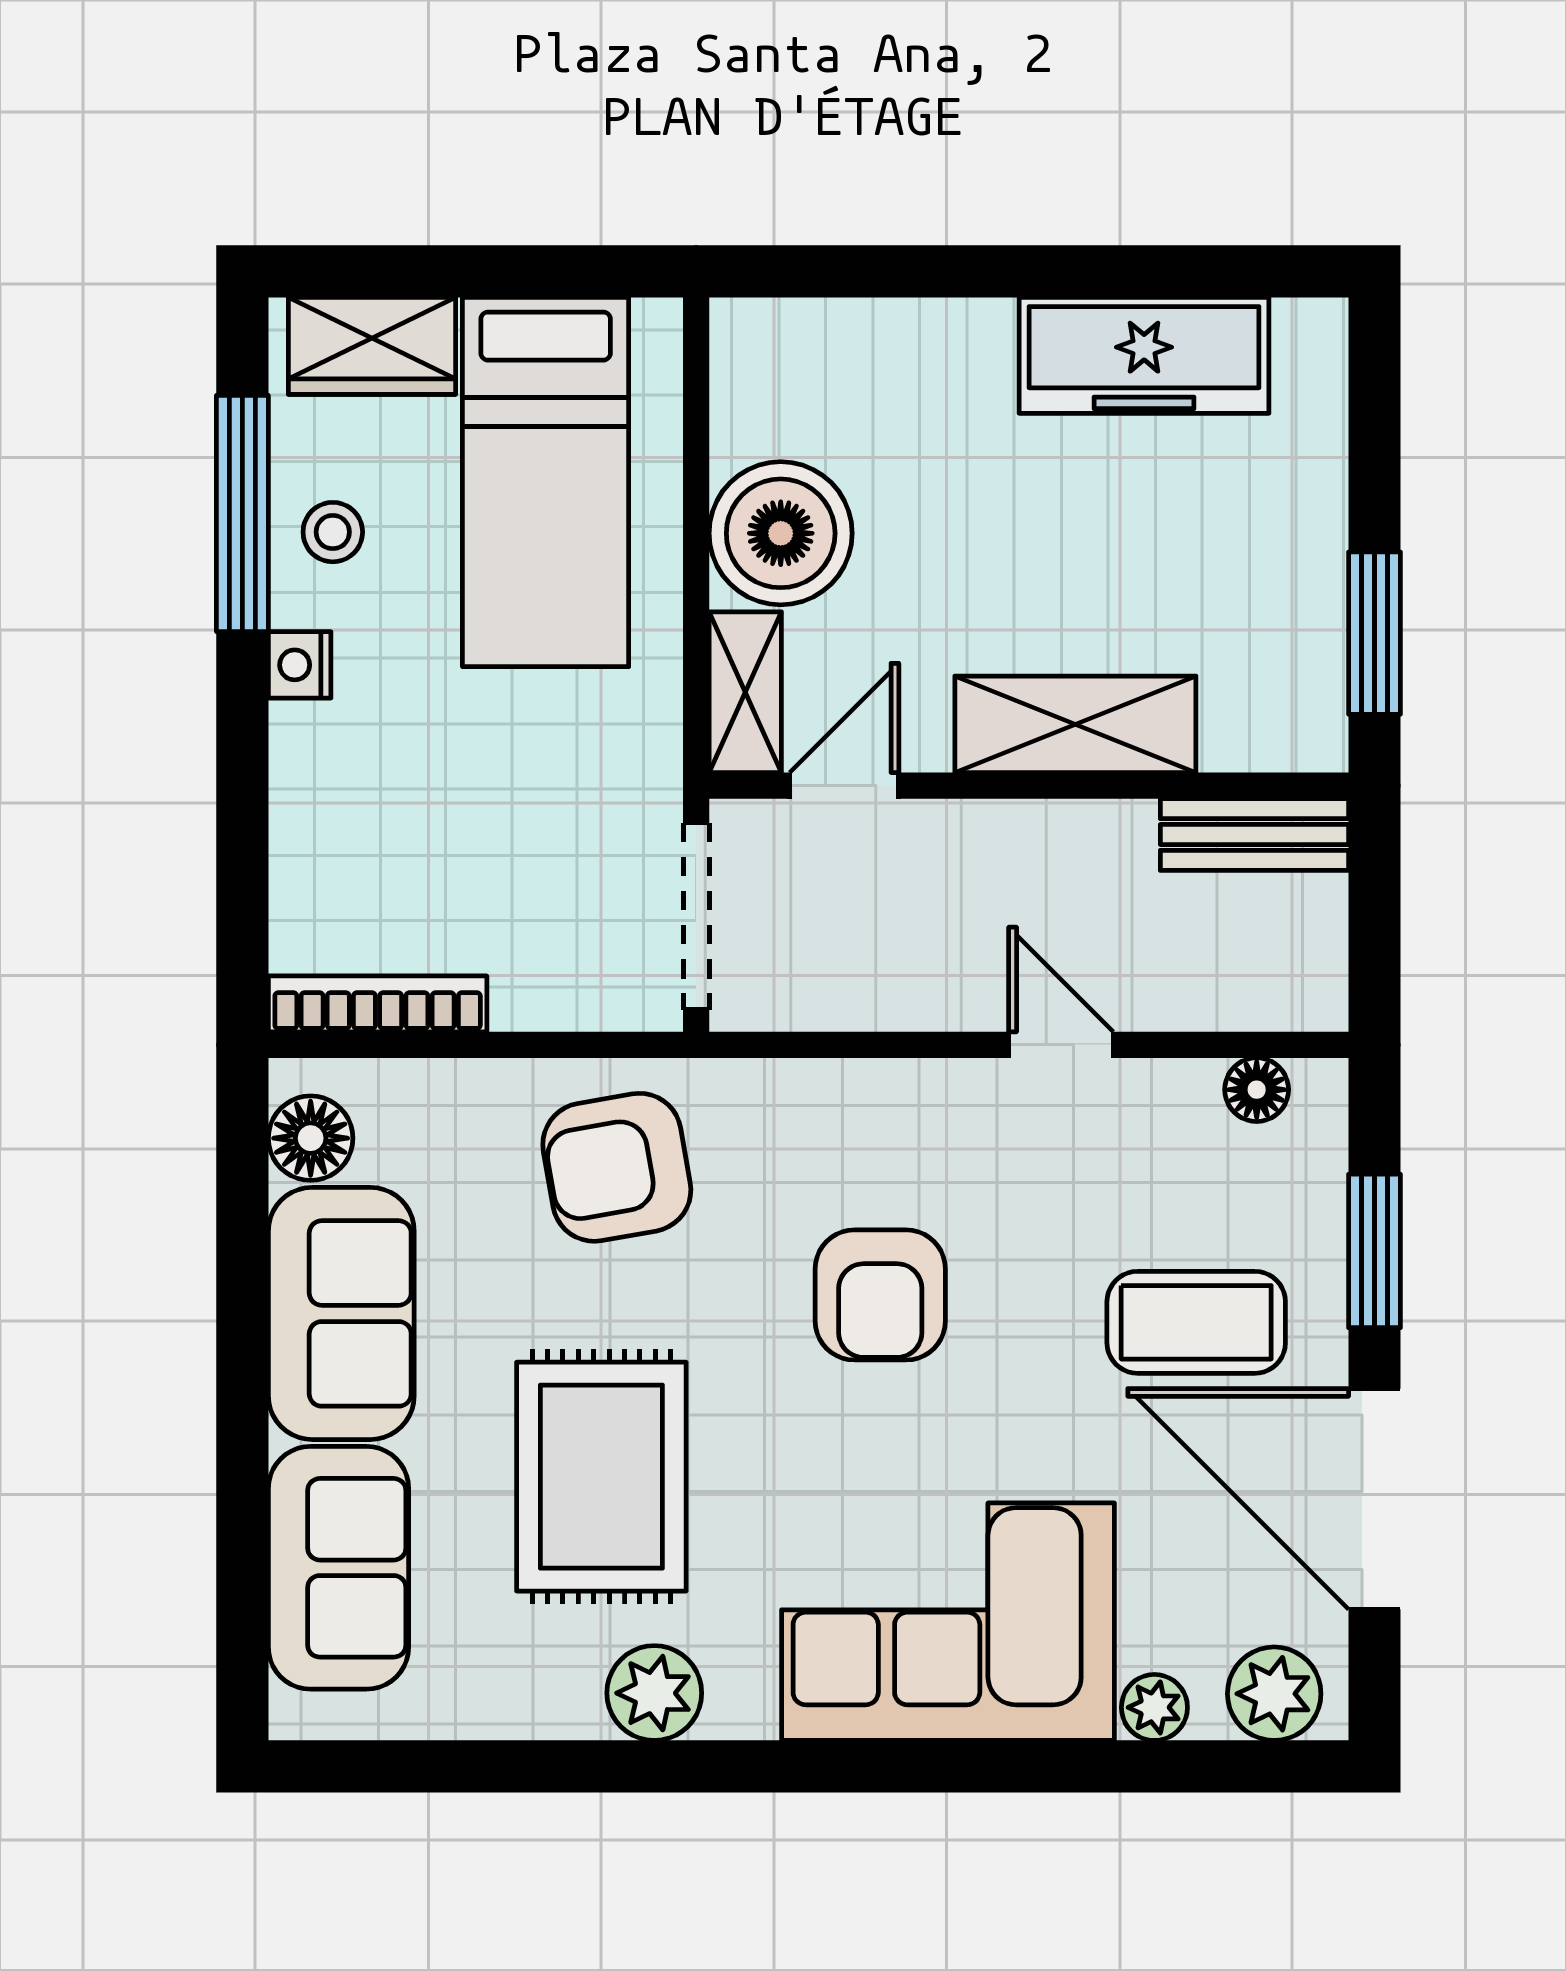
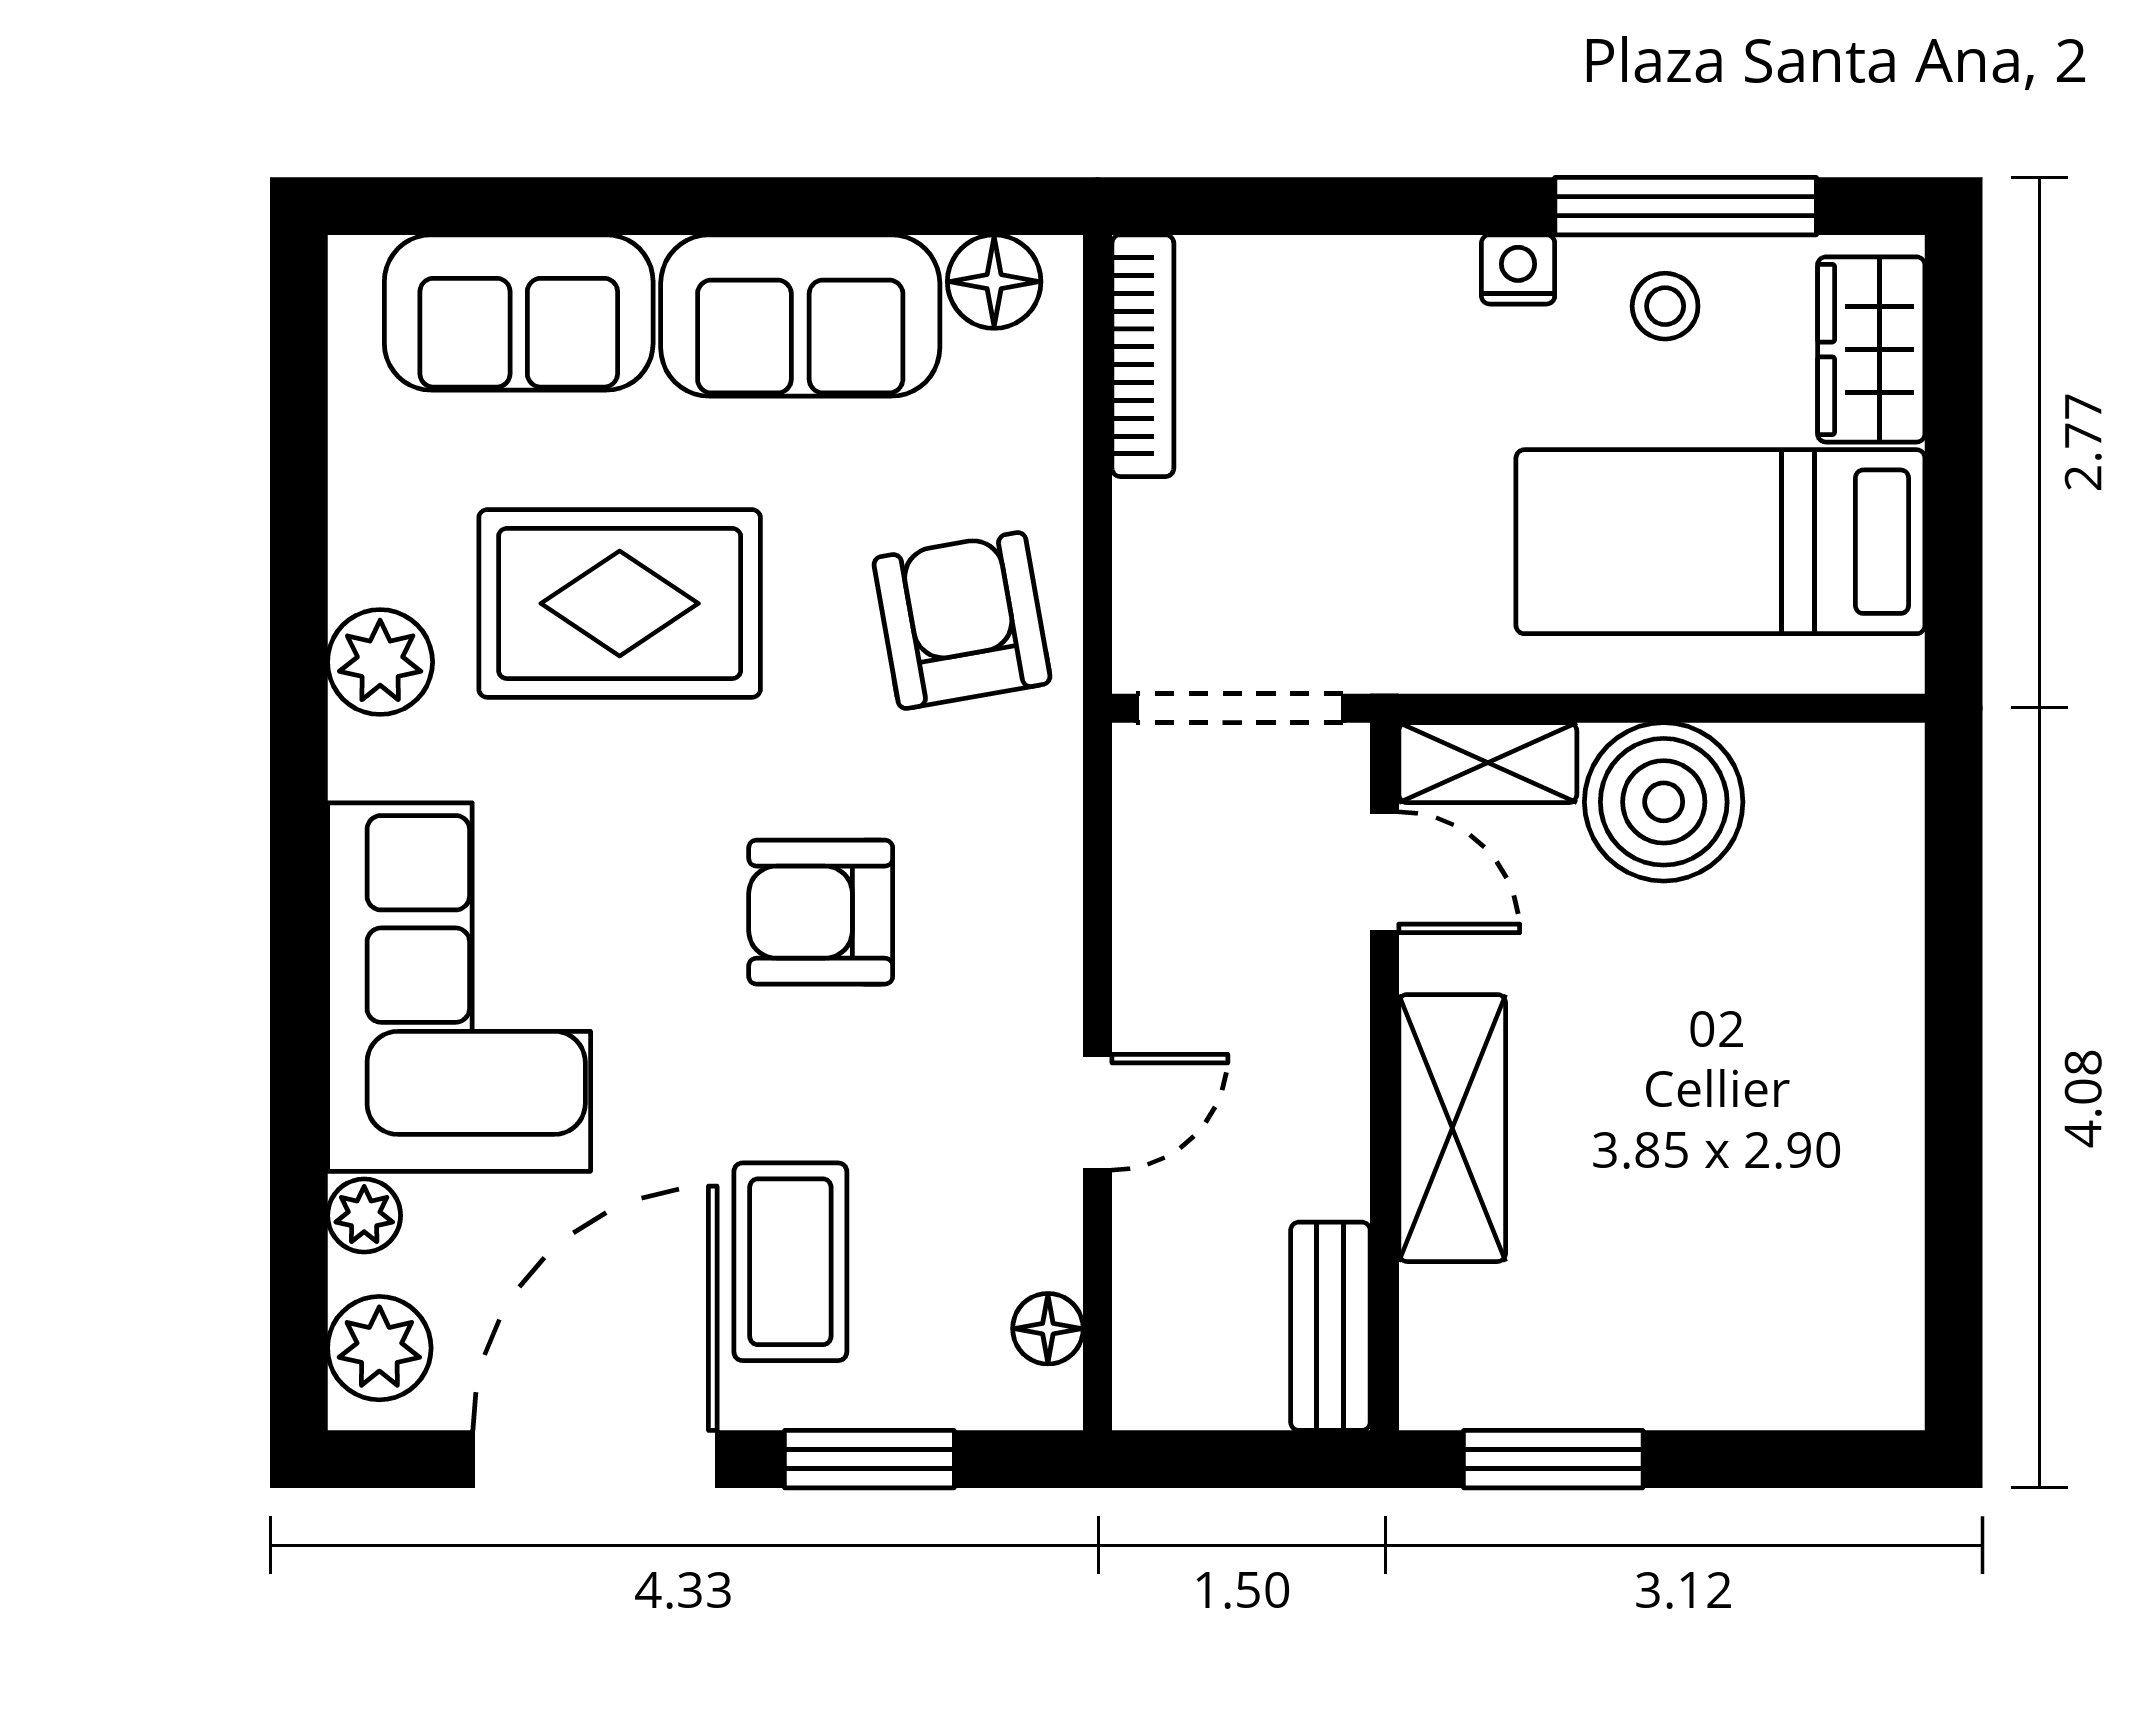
freezer: (1144, 355) -> (1861, 1204), removed

